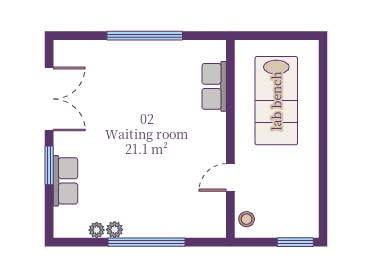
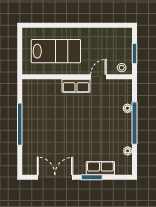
row of seats: (214, 86) -> (76, 86), moved
door: (230, 177) -> (99, 77), swing flipped
plant: (115, 230) -> (127, 108), moved
window: (295, 242) -> (134, 53), moved

